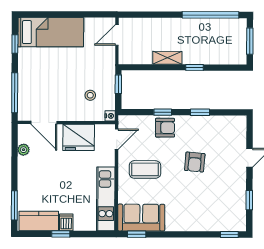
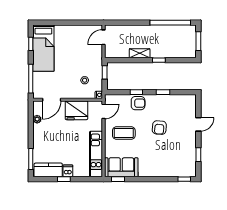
bed: (51, 32) -> (43, 48), moved, turned 90
door: (44, 123) -> (52, 100), hinge flipped

